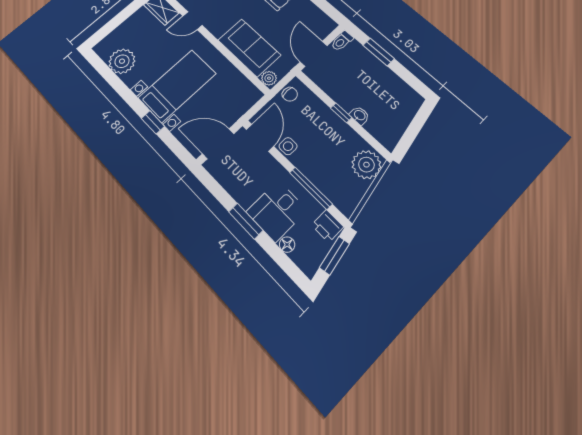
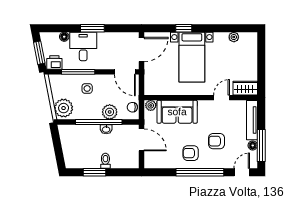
toilet: (342, 41) -> (105, 161), moved
window: (379, 52) -> (94, 172), moved
plant: (122, 61) -> (234, 37), width x0.53, depth x0.53
plant: (319, 112) -> (110, 112), added
window: (341, 113) -> (99, 122), width x3.17
washbasin: (359, 115) -> (106, 129), moved
side table: (288, 146) -> (87, 88), moved

